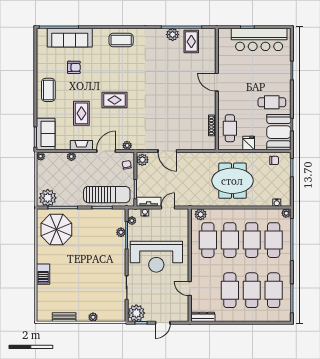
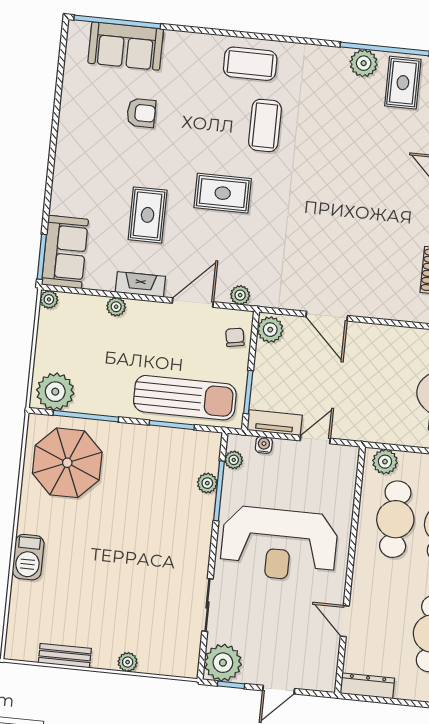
sofa: (70, 38) -> (126, 46), width x0.73
coffee table: (48, 90) -> (265, 125), moved

